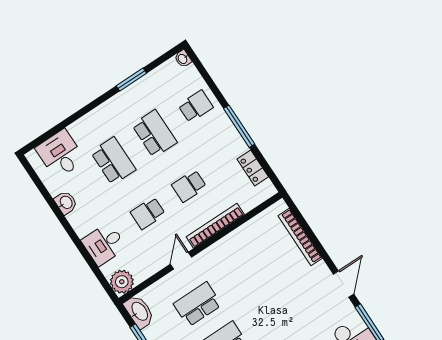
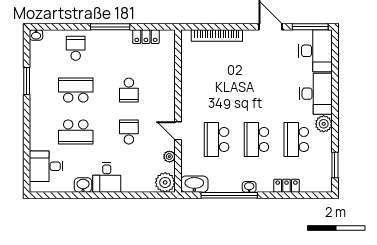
school desk: (113, 161) -> (76, 132), turned 180
school desk: (148, 213) -> (129, 132), turned 180
bookcase: (215, 226) -> (169, 90), removed
desk: (104, 244) -> (107, 177), moved
plant: (150, 269) -> (169, 157), added

